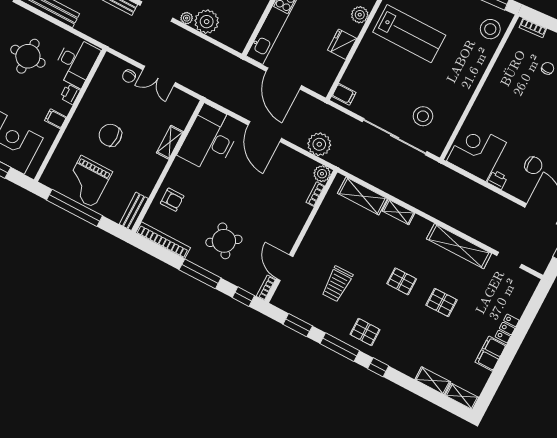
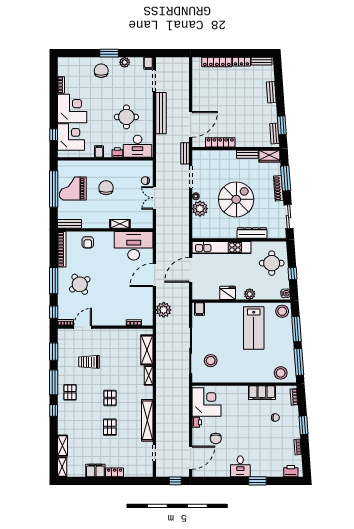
filing cabinet: (504, 69) -> (262, 393), added
plant: (322, 174) -> (148, 320), removed

